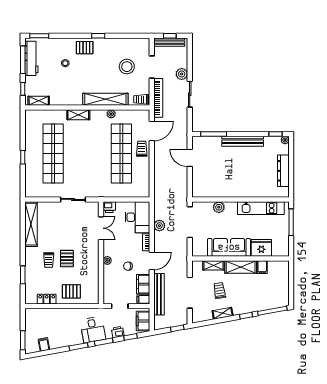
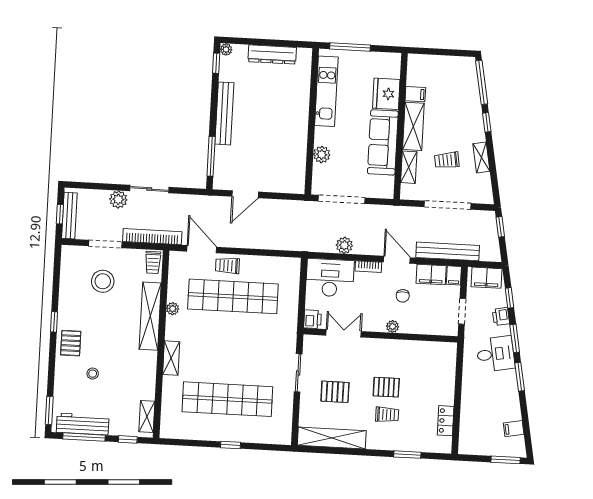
pallet: (71, 291) -> (335, 392), moved, turned 90

